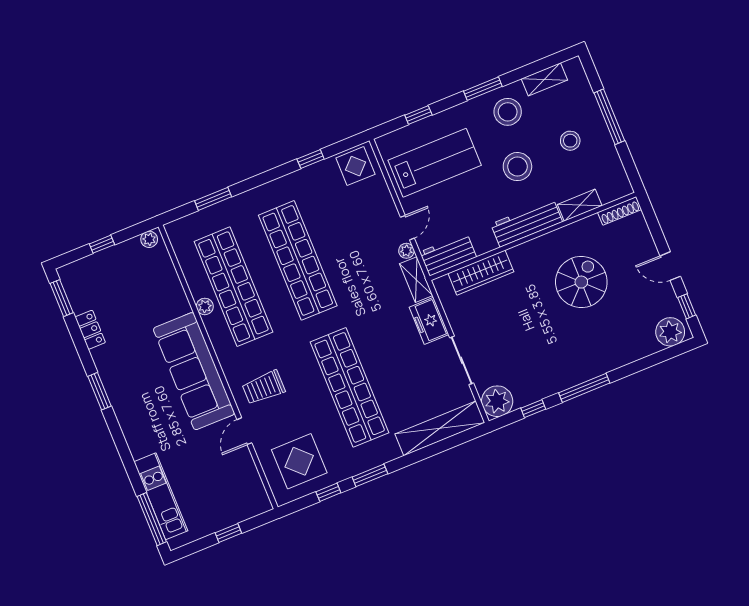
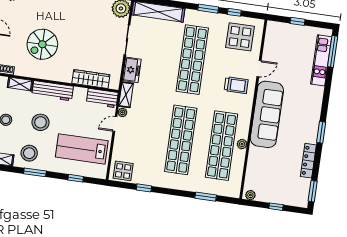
locker: (90, 330) -> (308, 161), width x1.53

